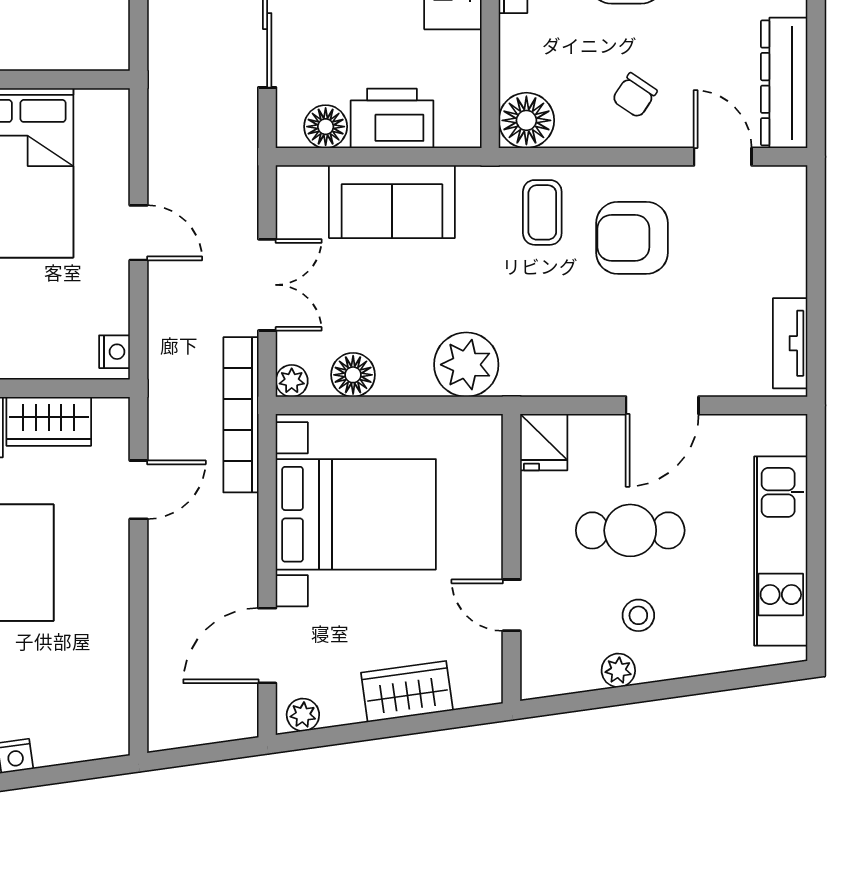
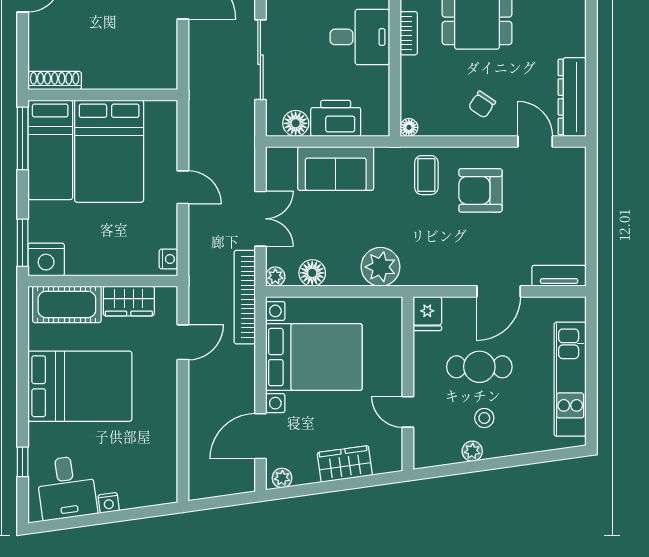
floor lamp: (526, 120) -> (409, 127), width x0.53, depth x0.53
tv unit: (790, 343) -> (559, 276), moved, turned 90

